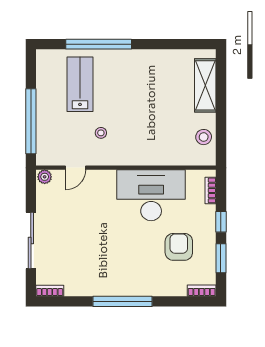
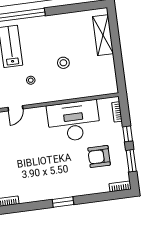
stool: (204, 137) -> (63, 63), moved
armchair: (179, 247) -> (99, 156), turned -90
window: (123, 301) -> (63, 202), width x0.47

